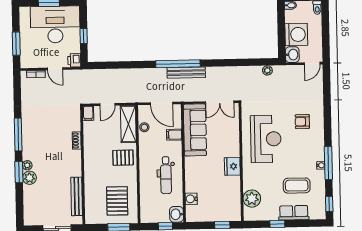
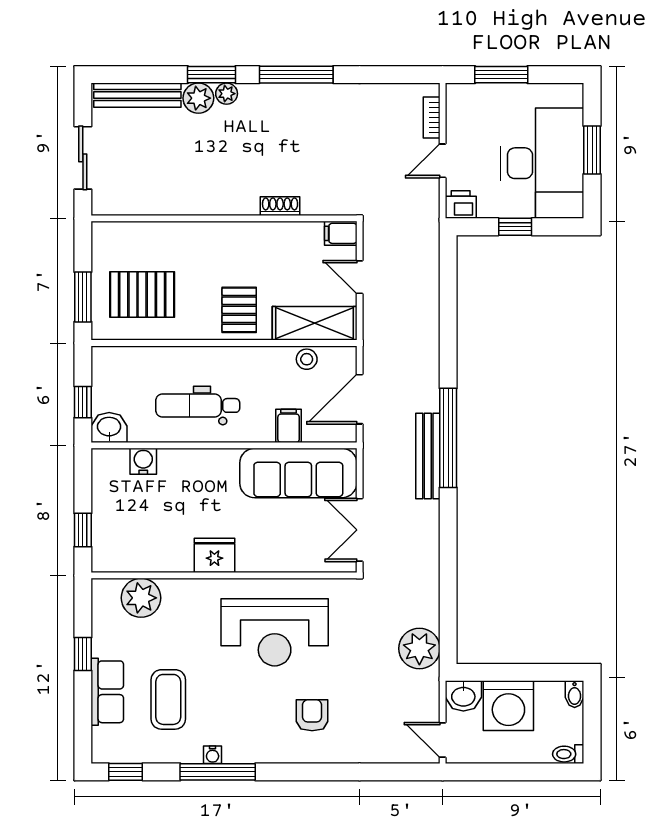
plant: (267, 70) -> (419, 649), width x1.87, depth x1.87
bench: (77, 196) -> (137, 95), moved

